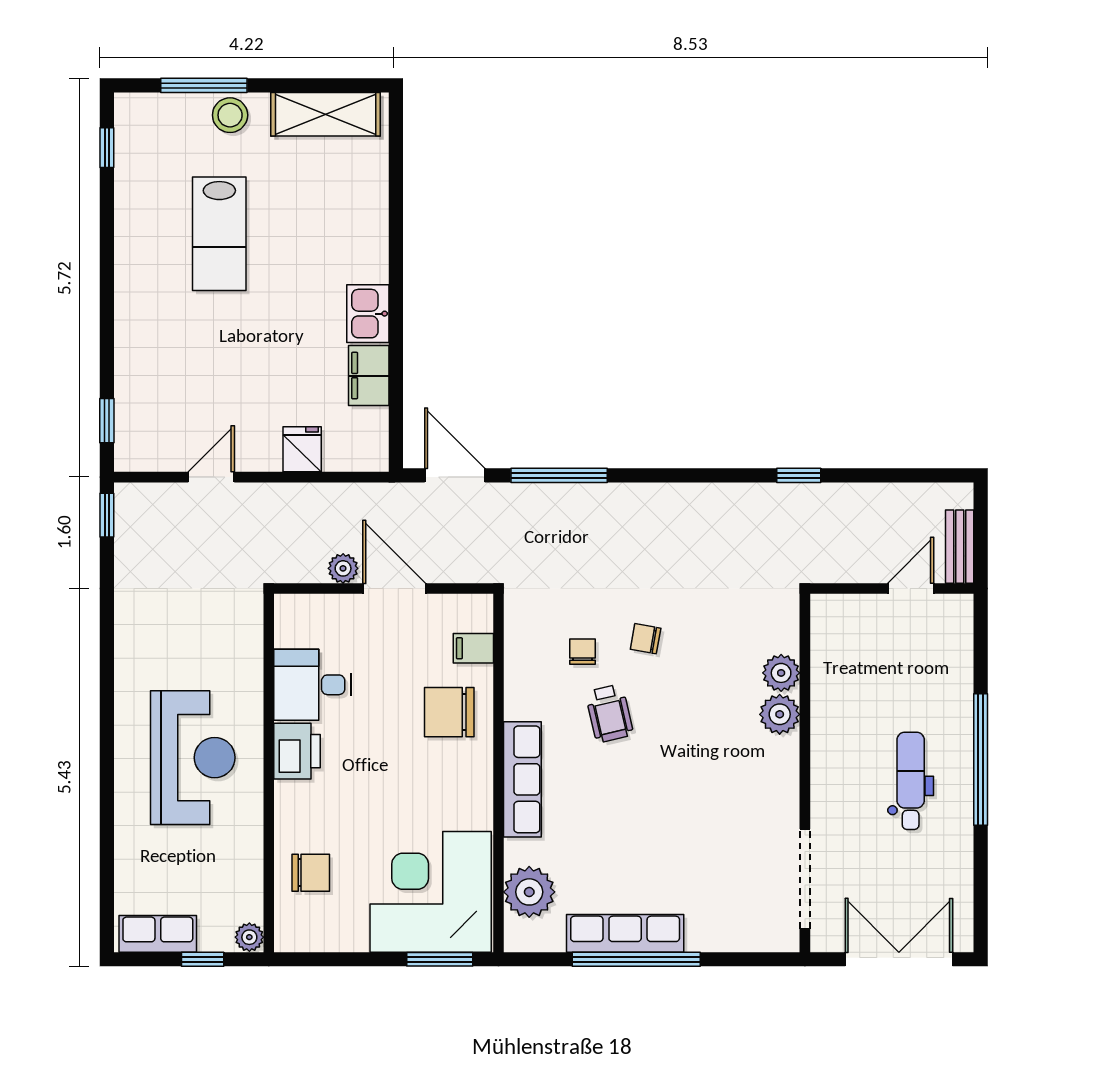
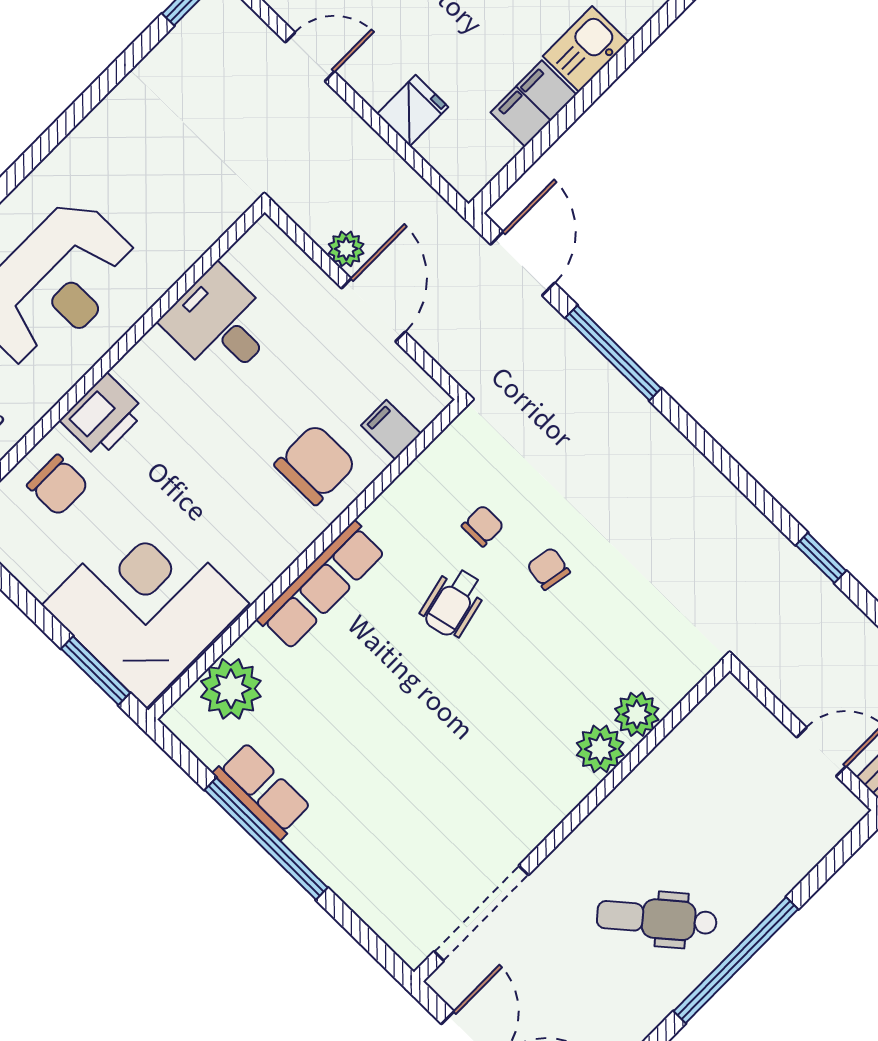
chair: (449, 712) -> (315, 464), turned 90
printer: (297, 751) -> (103, 416), moved
dental chair: (911, 781) -> (657, 919), turned -130
row of seats: (625, 933) -> (262, 791), width x0.68

